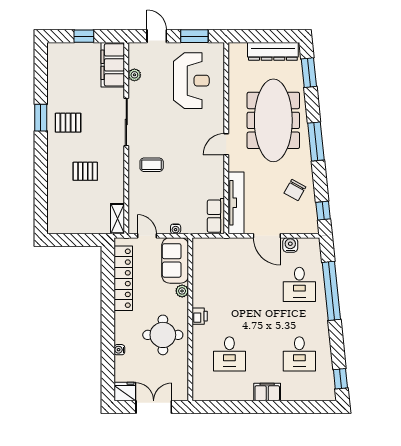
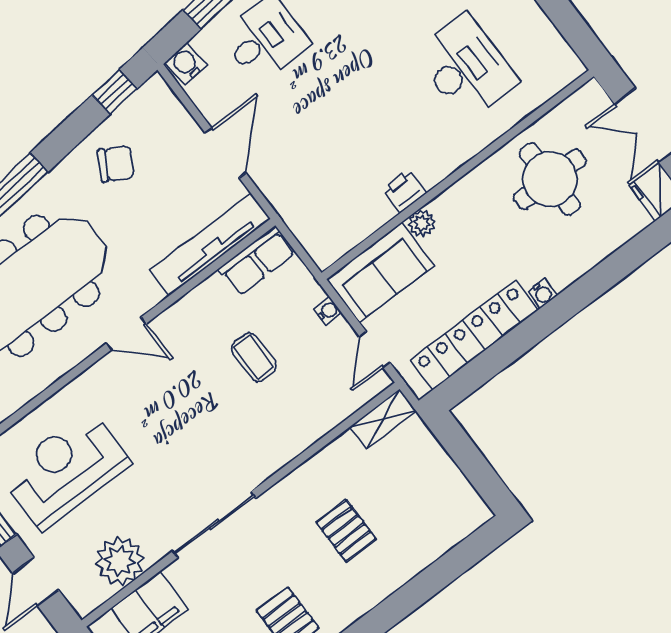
plant: (134, 75) -> (120, 561), width x1.87, depth x1.87
coffee table: (152, 165) -> (254, 357), moved
water cooler: (290, 245) -> (186, 64), moved, turned 84
printer: (200, 316) -> (404, 191), moved
round table: (163, 335) -> (550, 179), moved
water cooler: (119, 350) -> (542, 293), moved
desk: (229, 354) -> (466, 67), width x1.37

